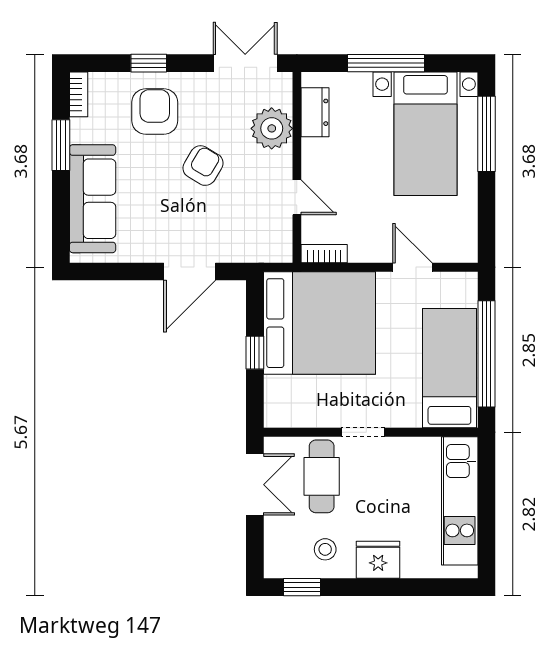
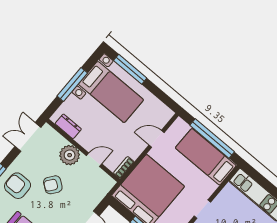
plant: (272, 128) -> (70, 155), moved
armchair: (203, 166) -> (53, 185), turned -84

